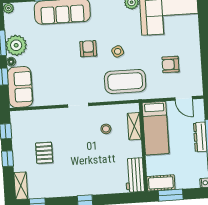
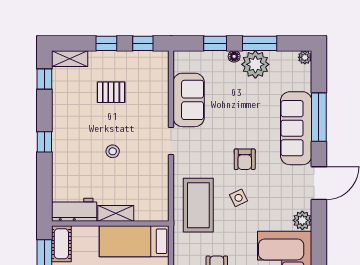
armchair: (88, 49) -> (245, 159), turned 90
sofa: (20, 87) -> (189, 100), moved, turned -90
shelving: (134, 126) -> (116, 213), moved
stool: (106, 129) -> (113, 151), moved

